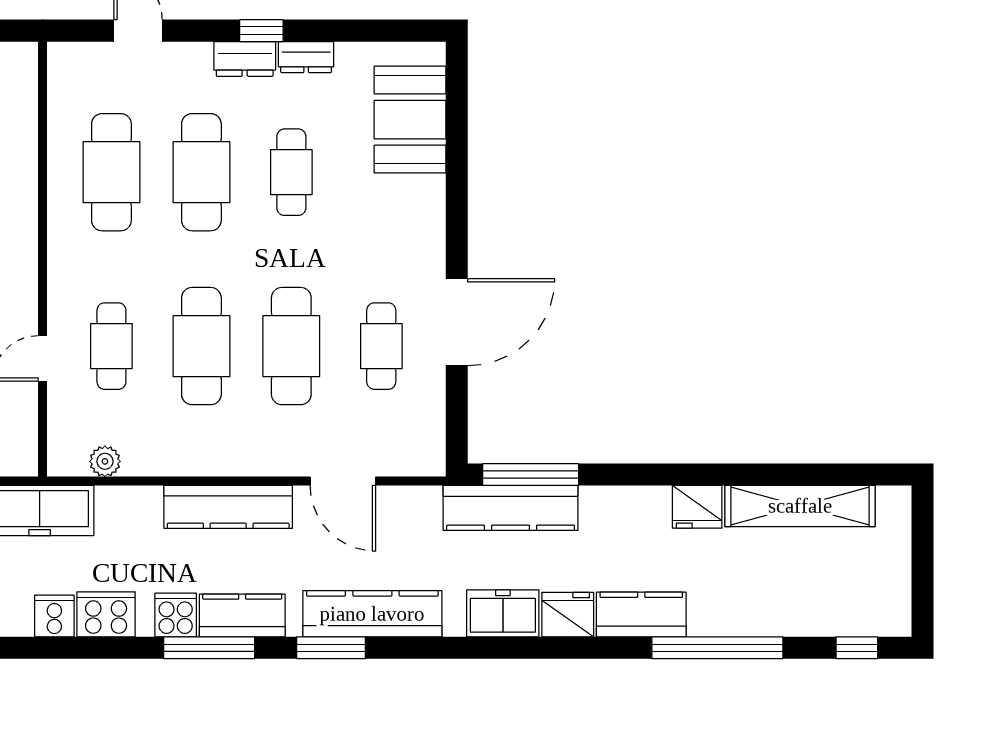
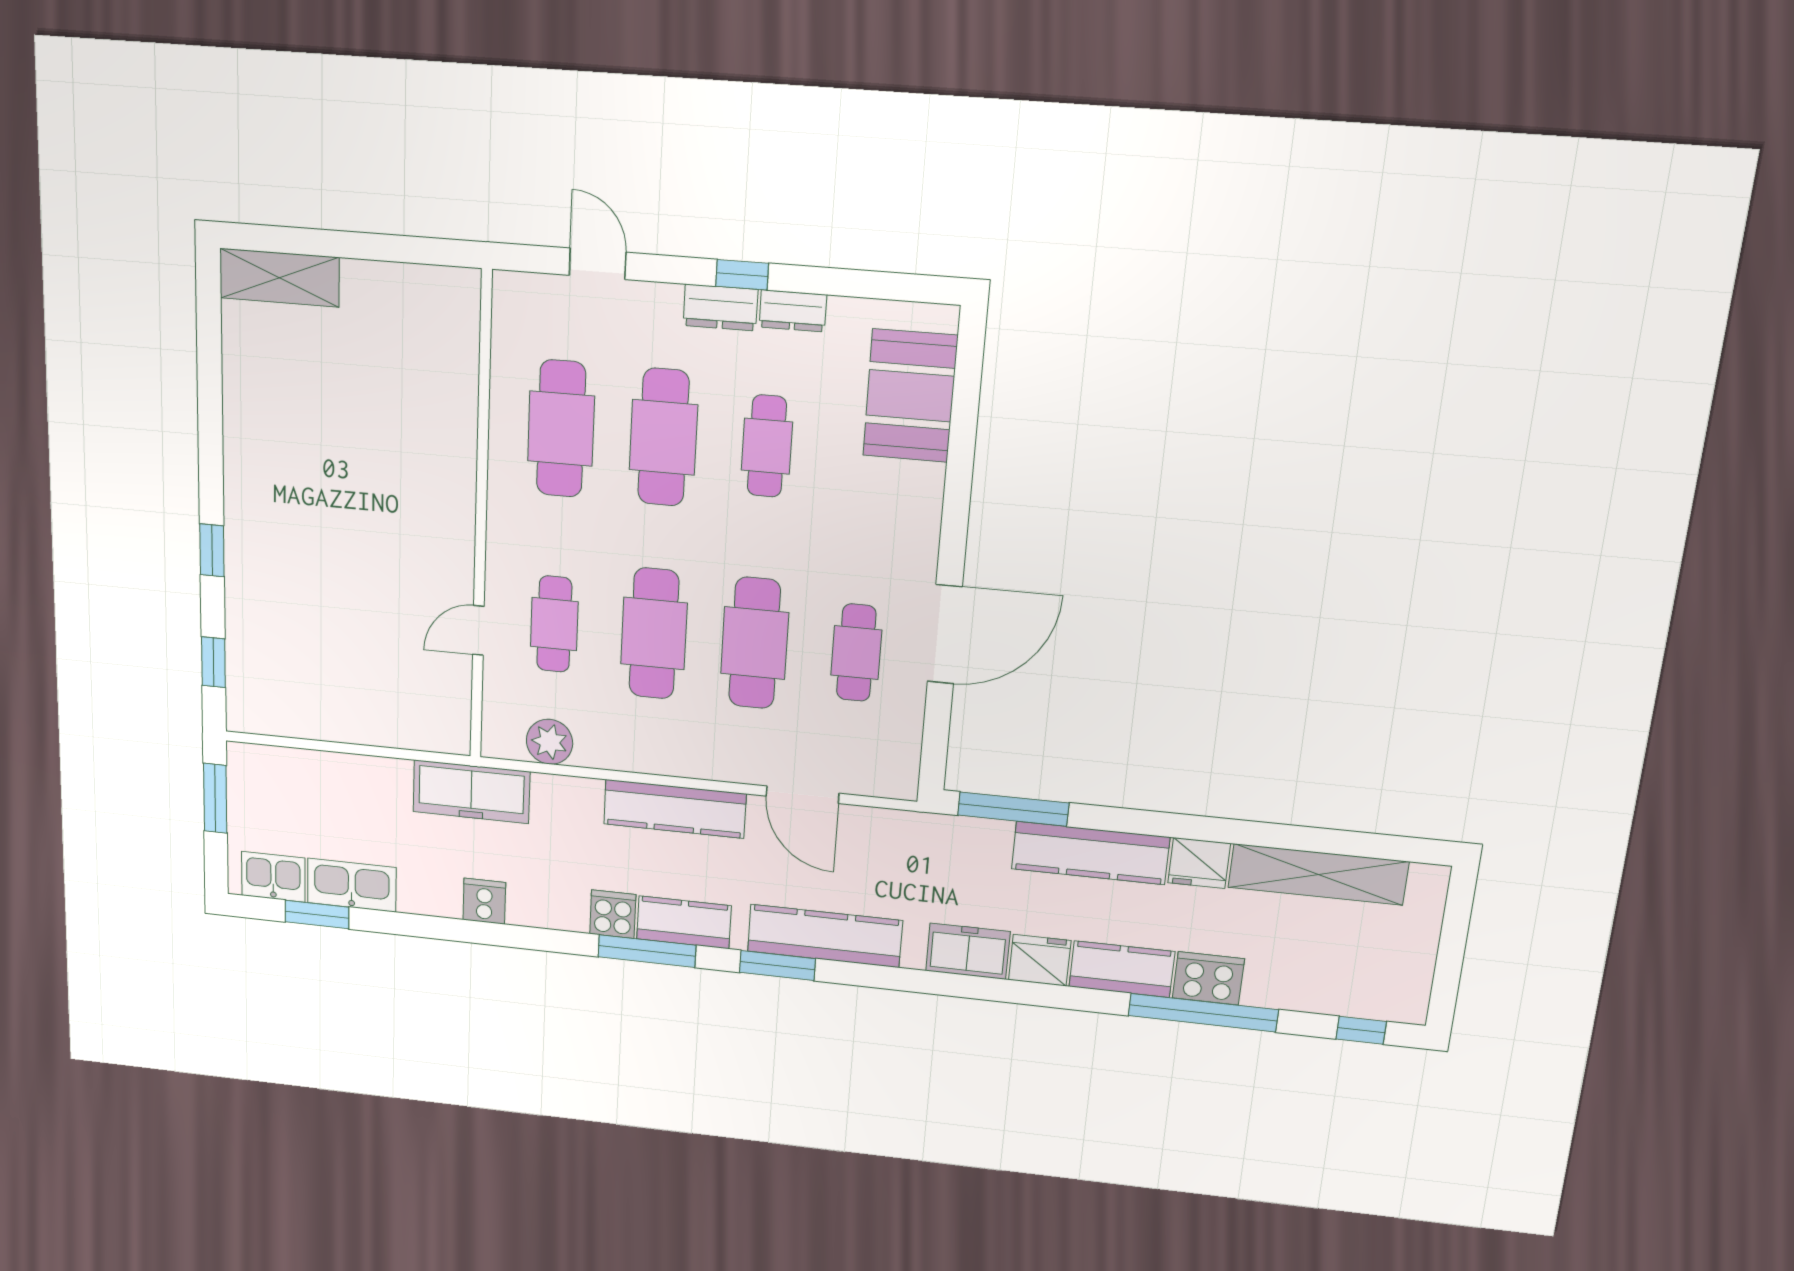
plant: (105, 461) -> (550, 742), width x1.38, depth x1.38
kitchen counter: (511, 508) -> (1090, 853), moved
cooker: (106, 614) -> (1208, 978), moved

